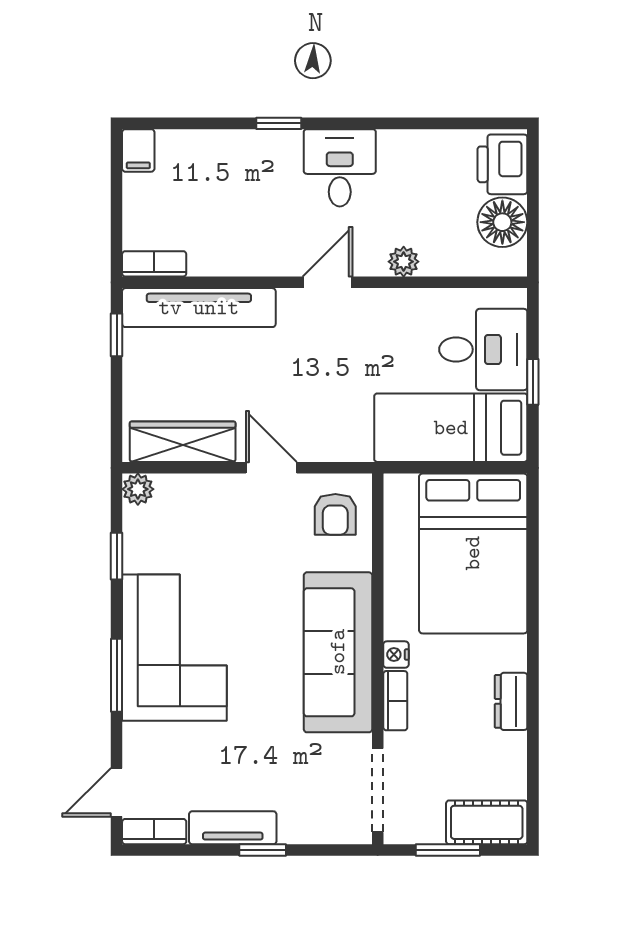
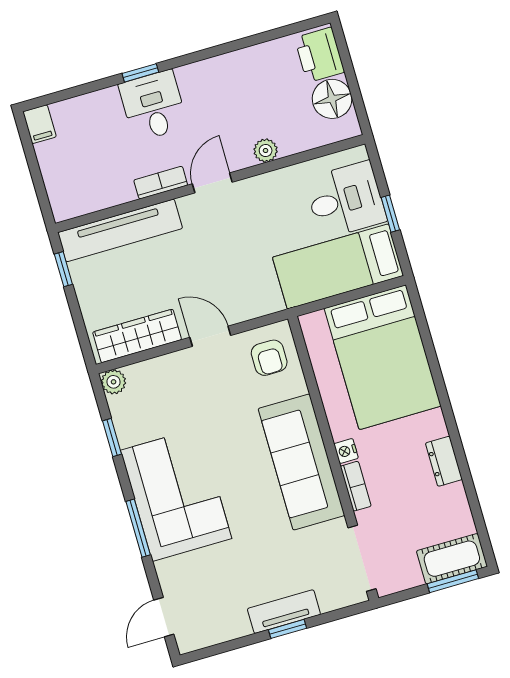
desk: (340, 168) -> (153, 106), moved
bookcase: (154, 264) -> (161, 183), moved
tv unit: (233, 828) -> (284, 612), moved
bookcase: (154, 832) -> (201, 639), removed
window: (448, 850) -> (453, 581), moved

